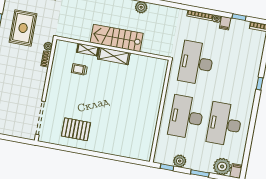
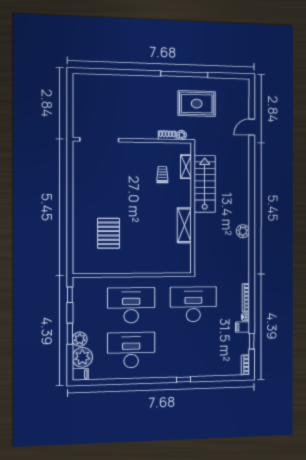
stairs: (117, 38) -> (205, 184), moved
shelving: (88, 50) -> (186, 167), moved
shelving: (114, 56) -> (184, 225), moved
pallet: (76, 129) -> (109, 233), moved
plant: (180, 161) -> (80, 339), moved

